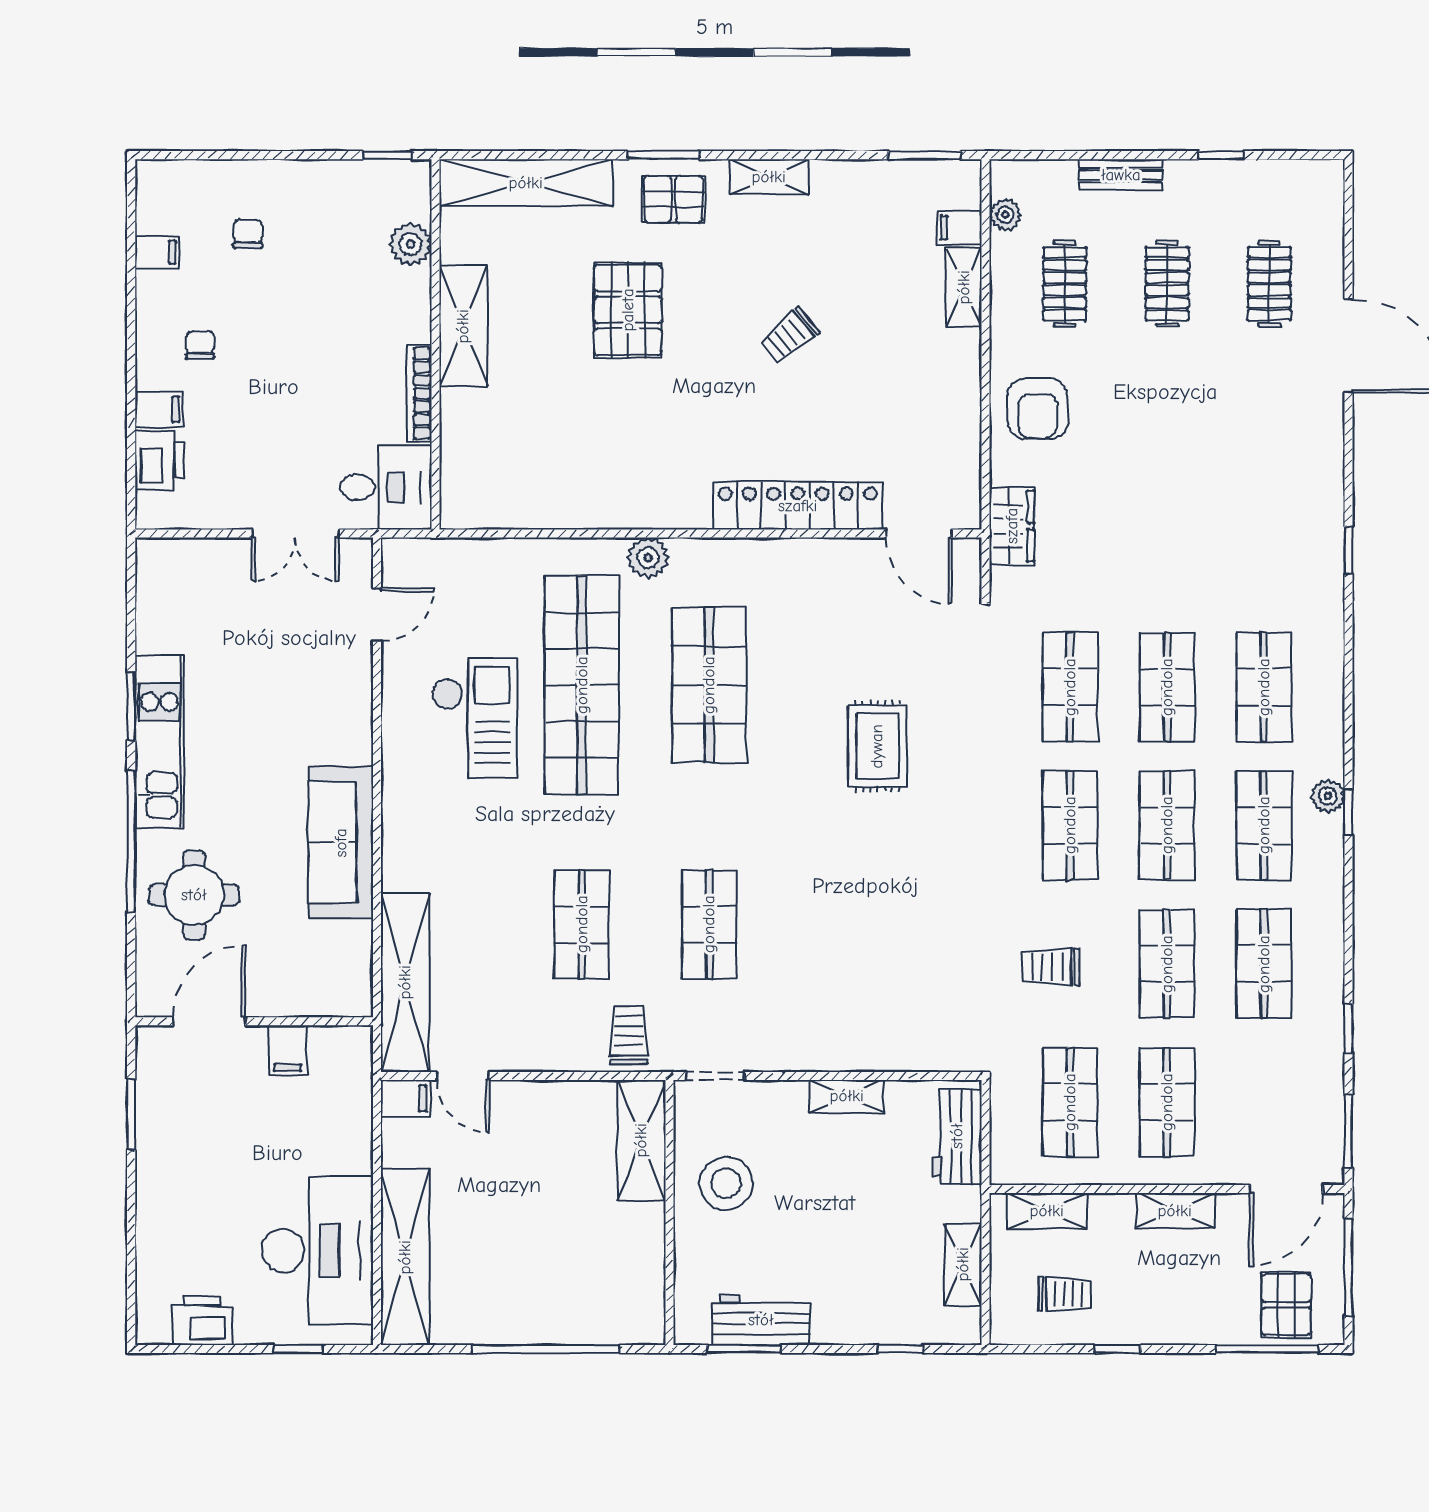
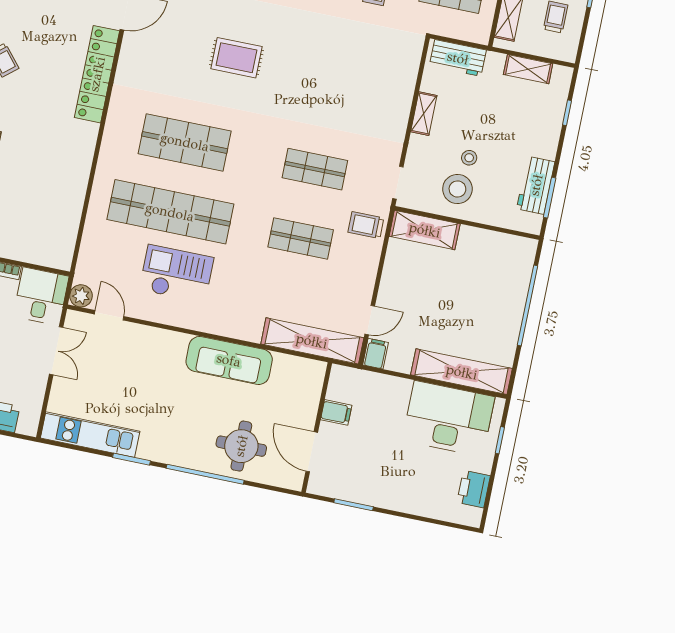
plant: (648, 558) -> (81, 296), moved
kitchen unit: (159, 742) -> (90, 435), moved
stool: (785, 1193) -> (469, 158), added

